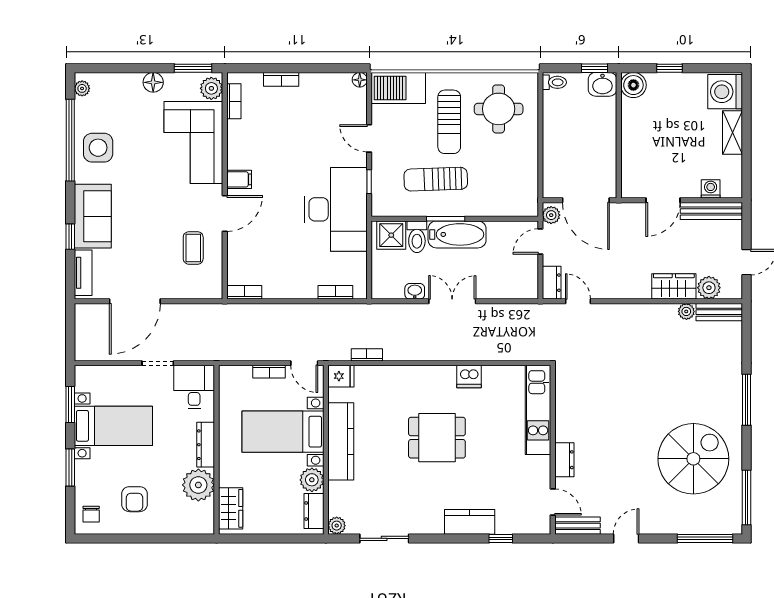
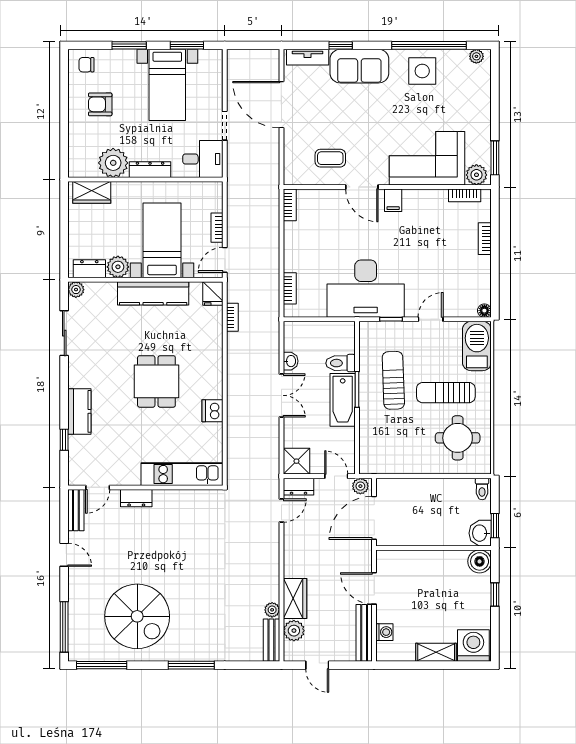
floor lamp: (153, 82) -> (482, 121), removed
shower: (391, 235) -> (296, 461), moved

